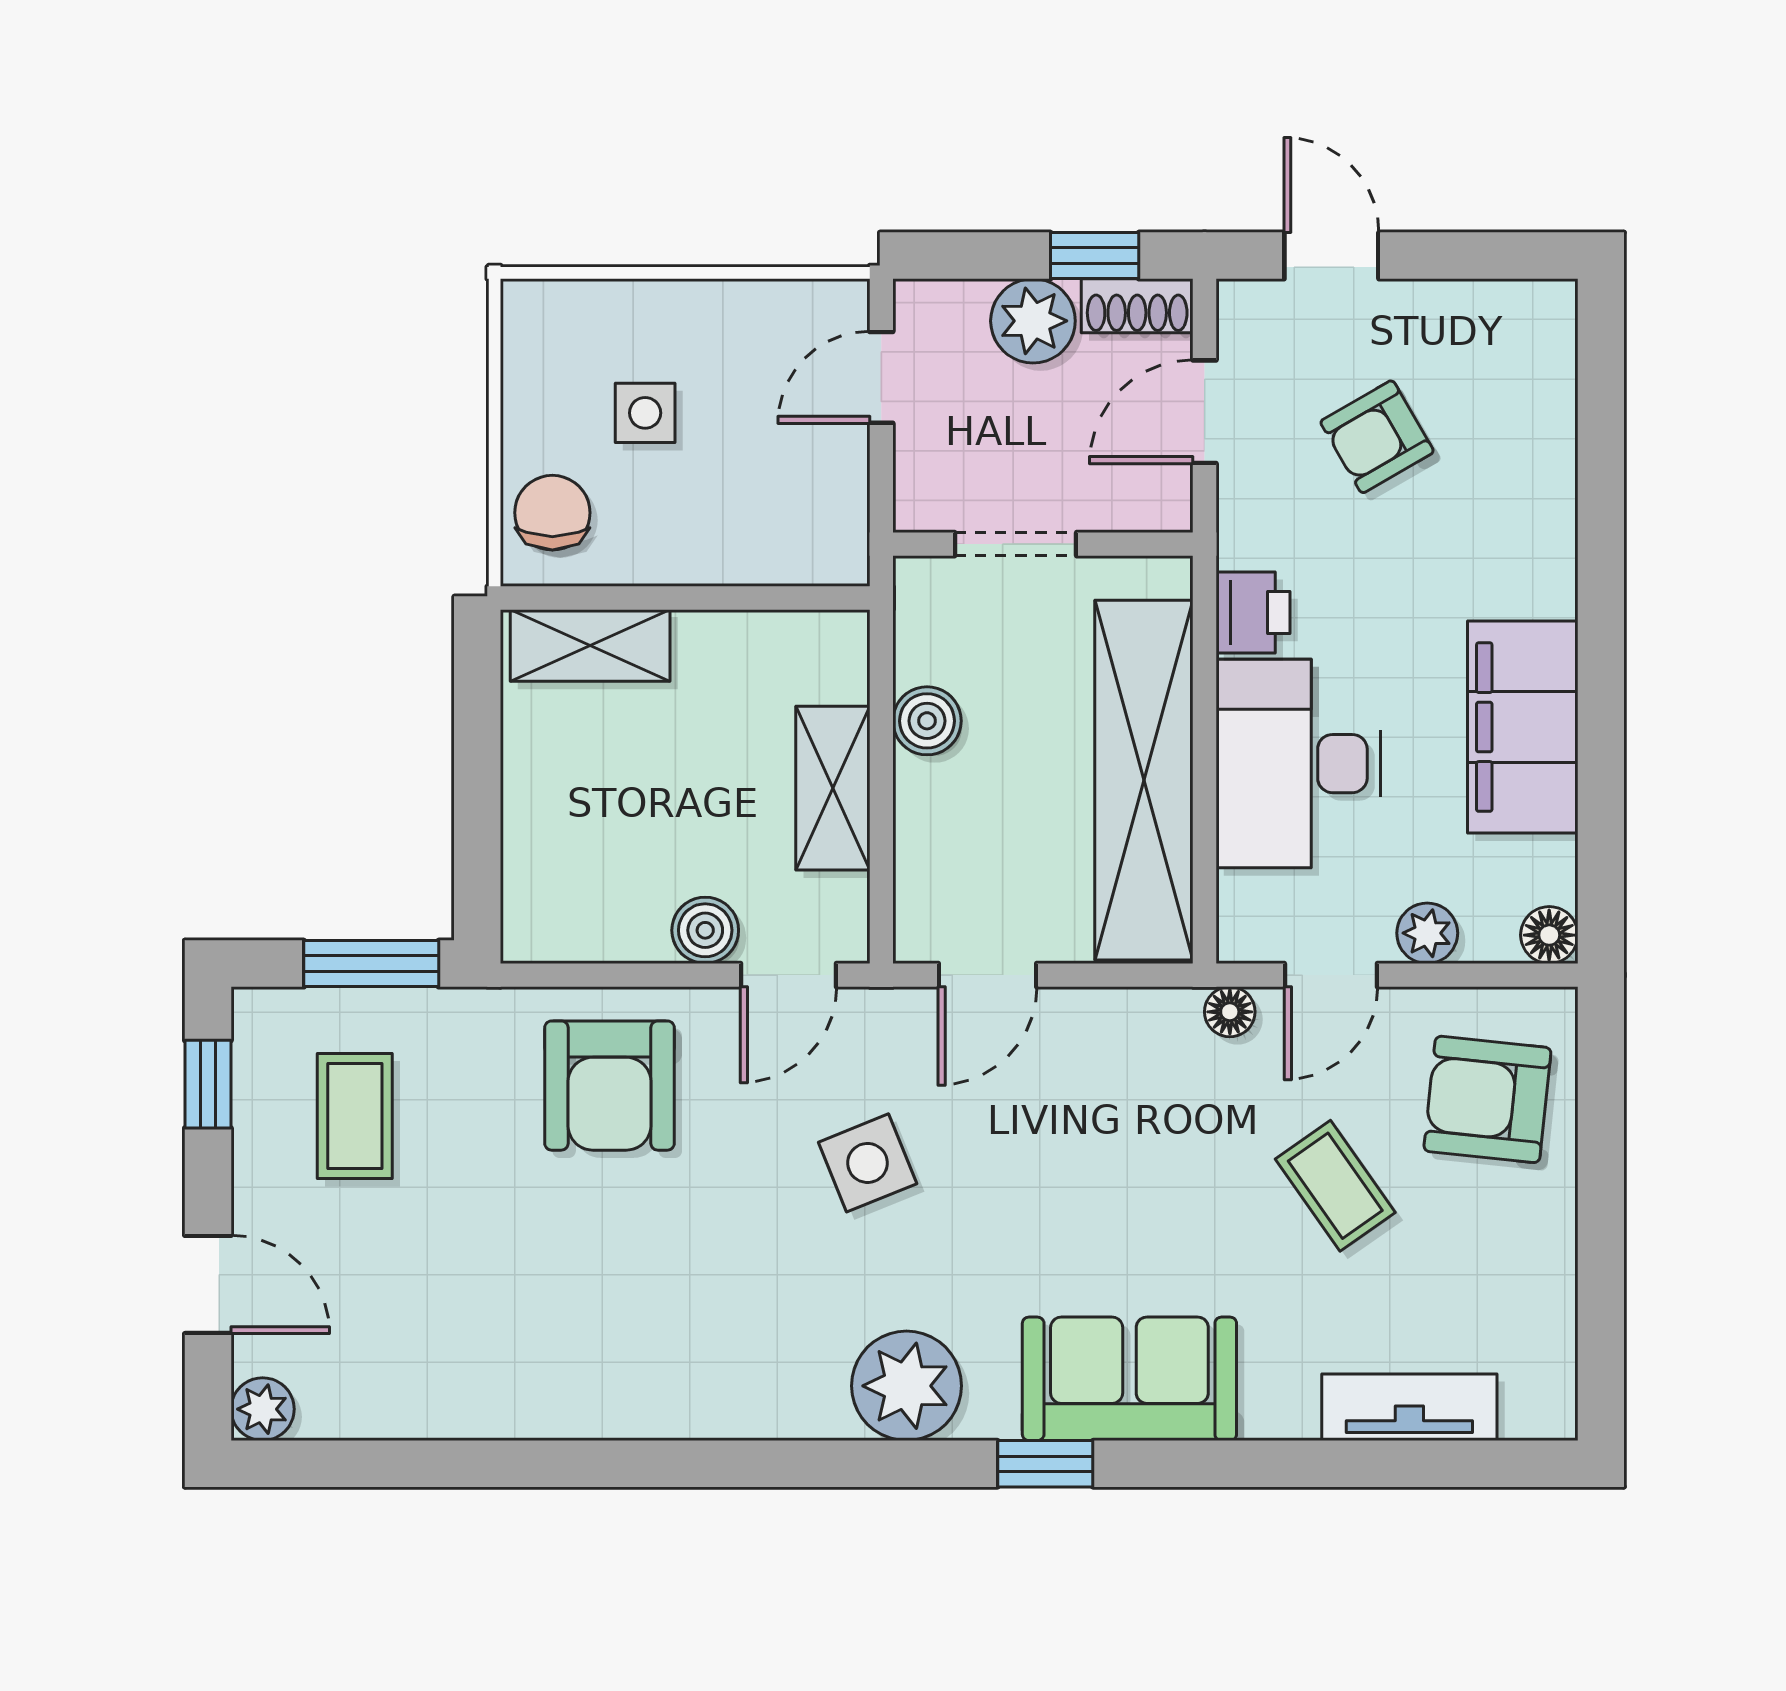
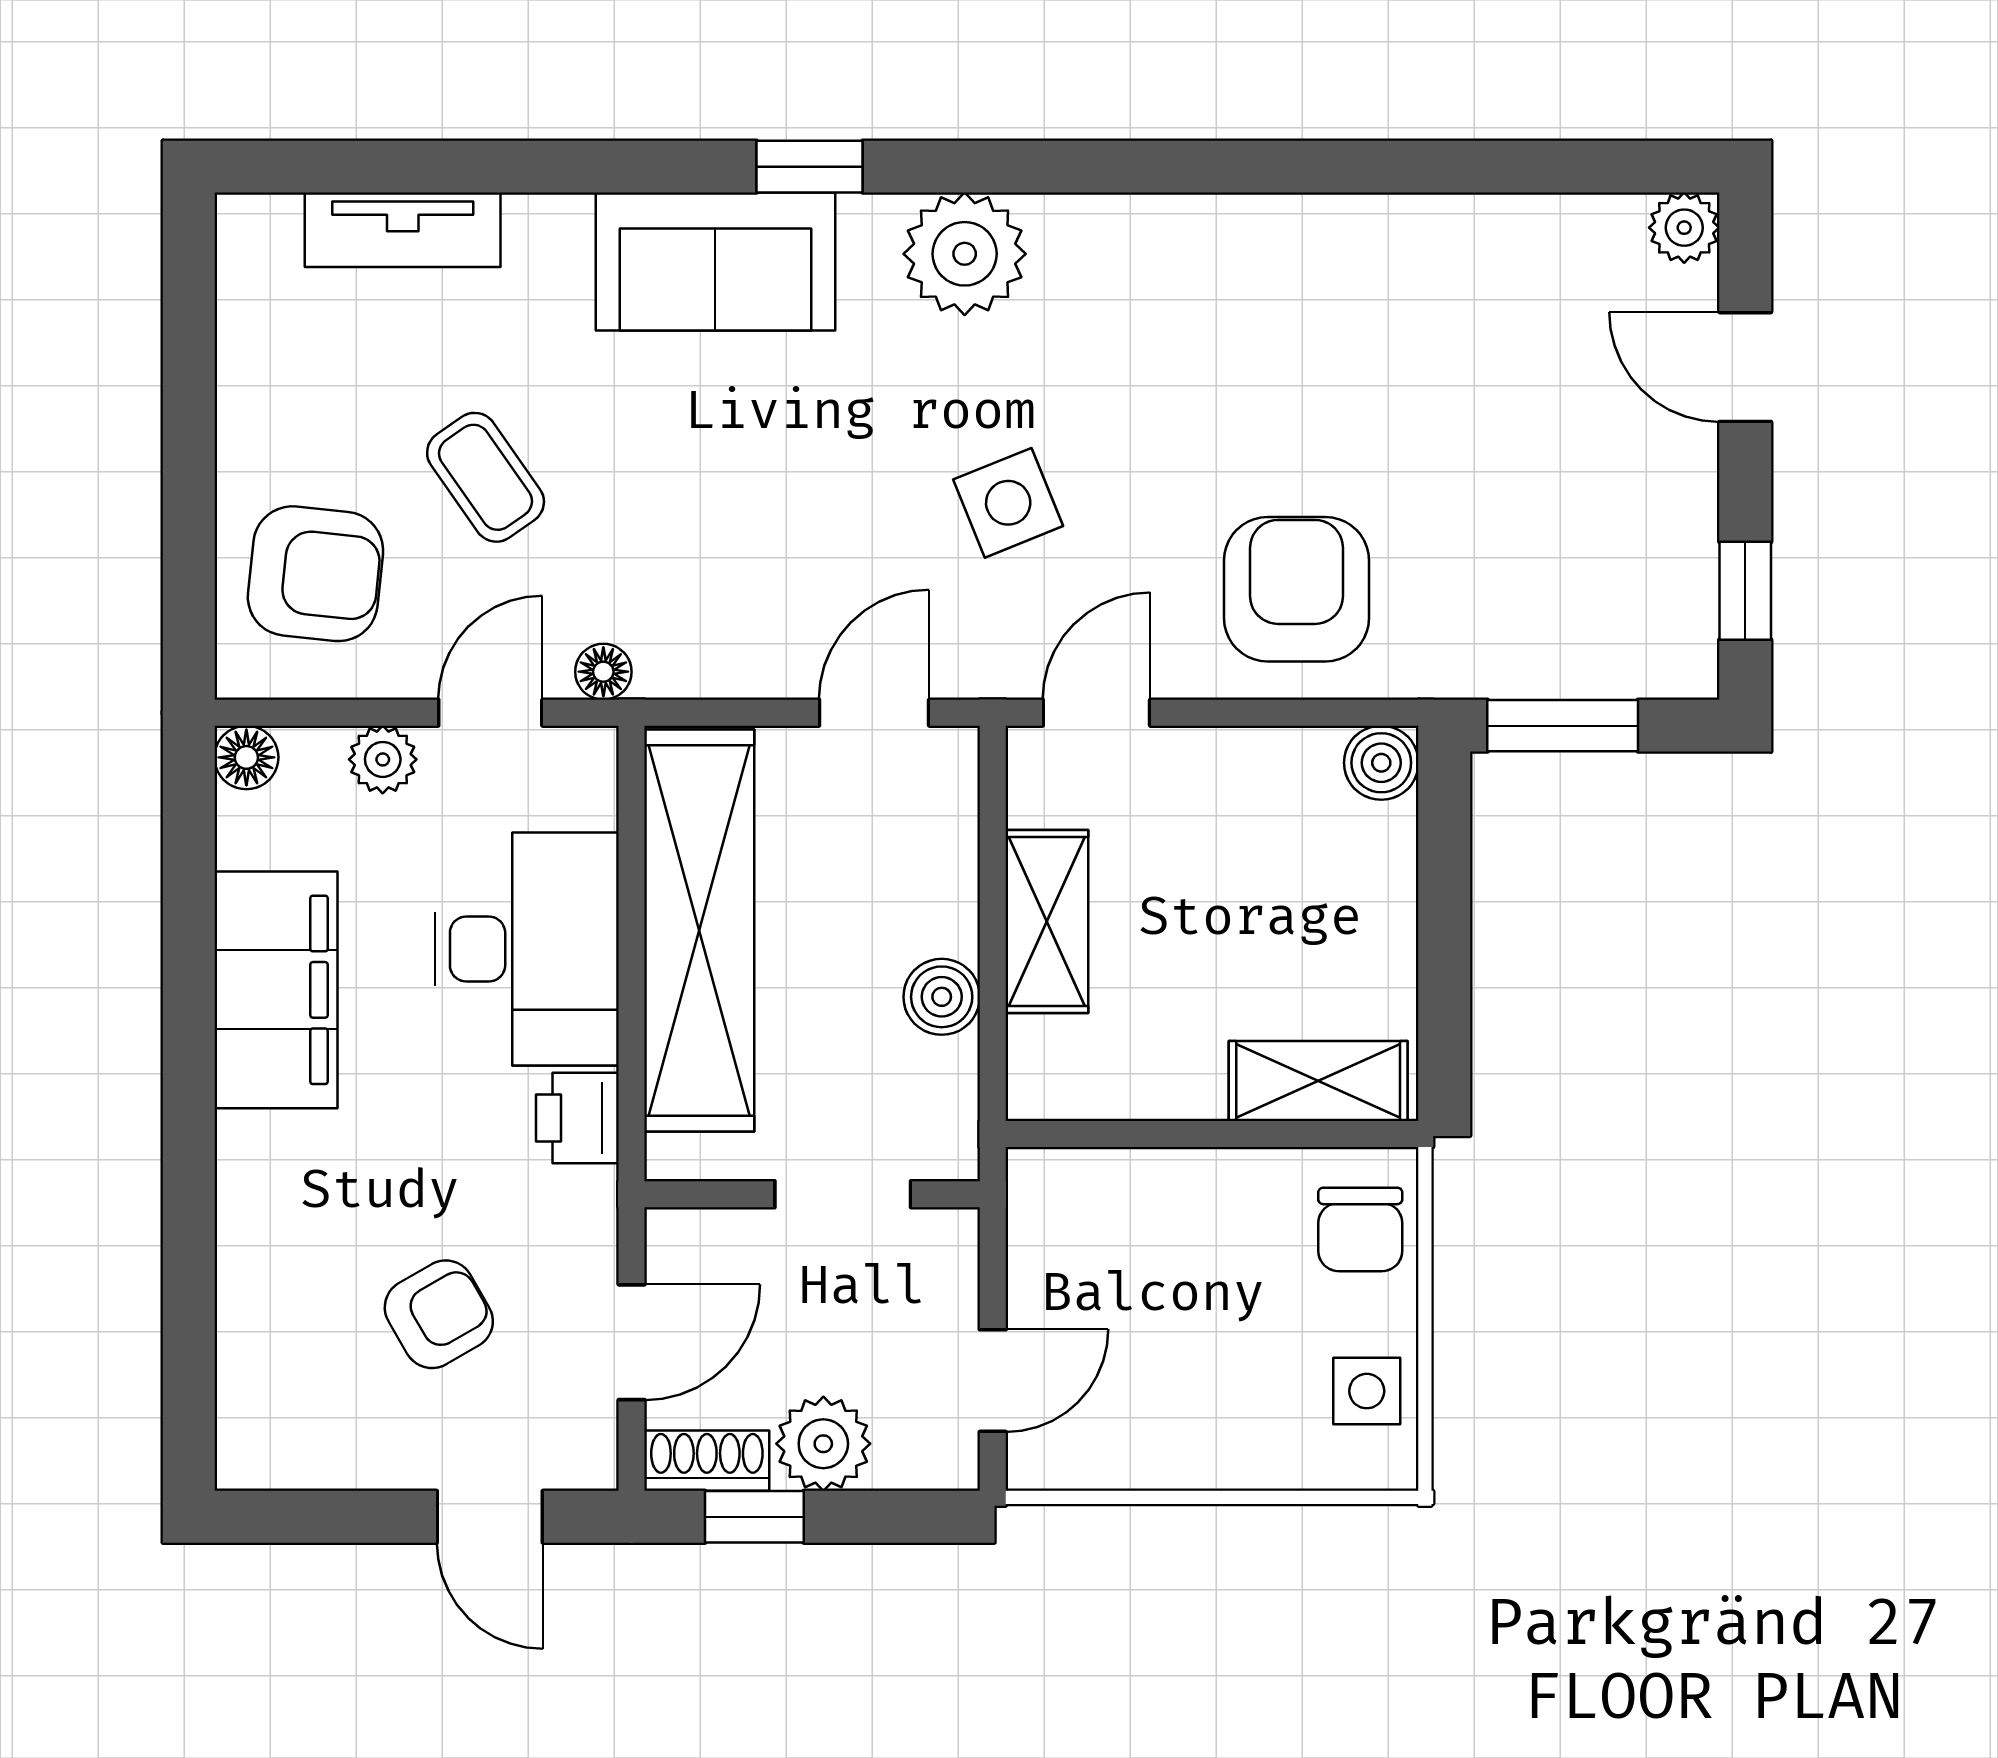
side table: (645, 413) -> (1367, 1391), moved
boiler: (705, 930) -> (1381, 763), moved
coffee table: (355, 1116) -> (1581, 555), removed

